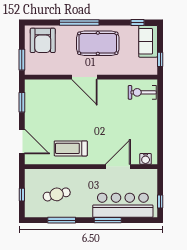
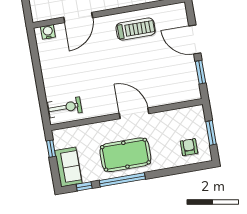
window: (79, 22) -> (122, 180), moved
armchair: (43, 40) -> (189, 147), width x0.53, depth x0.53
window: (22, 60) -> (211, 133), moved
door: (22, 141) -> (195, 39), moved

